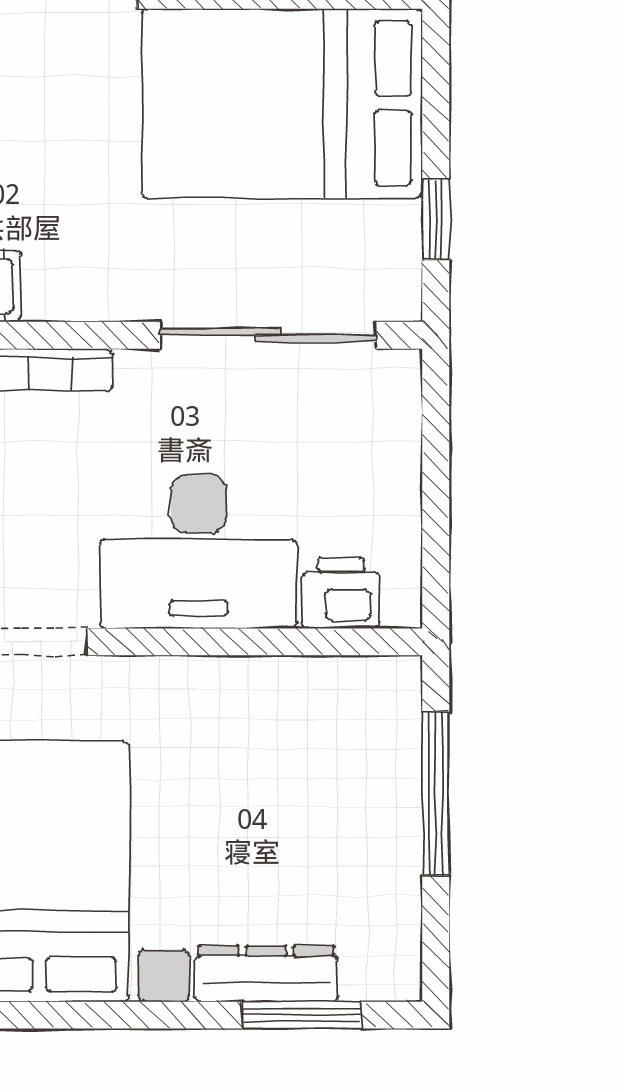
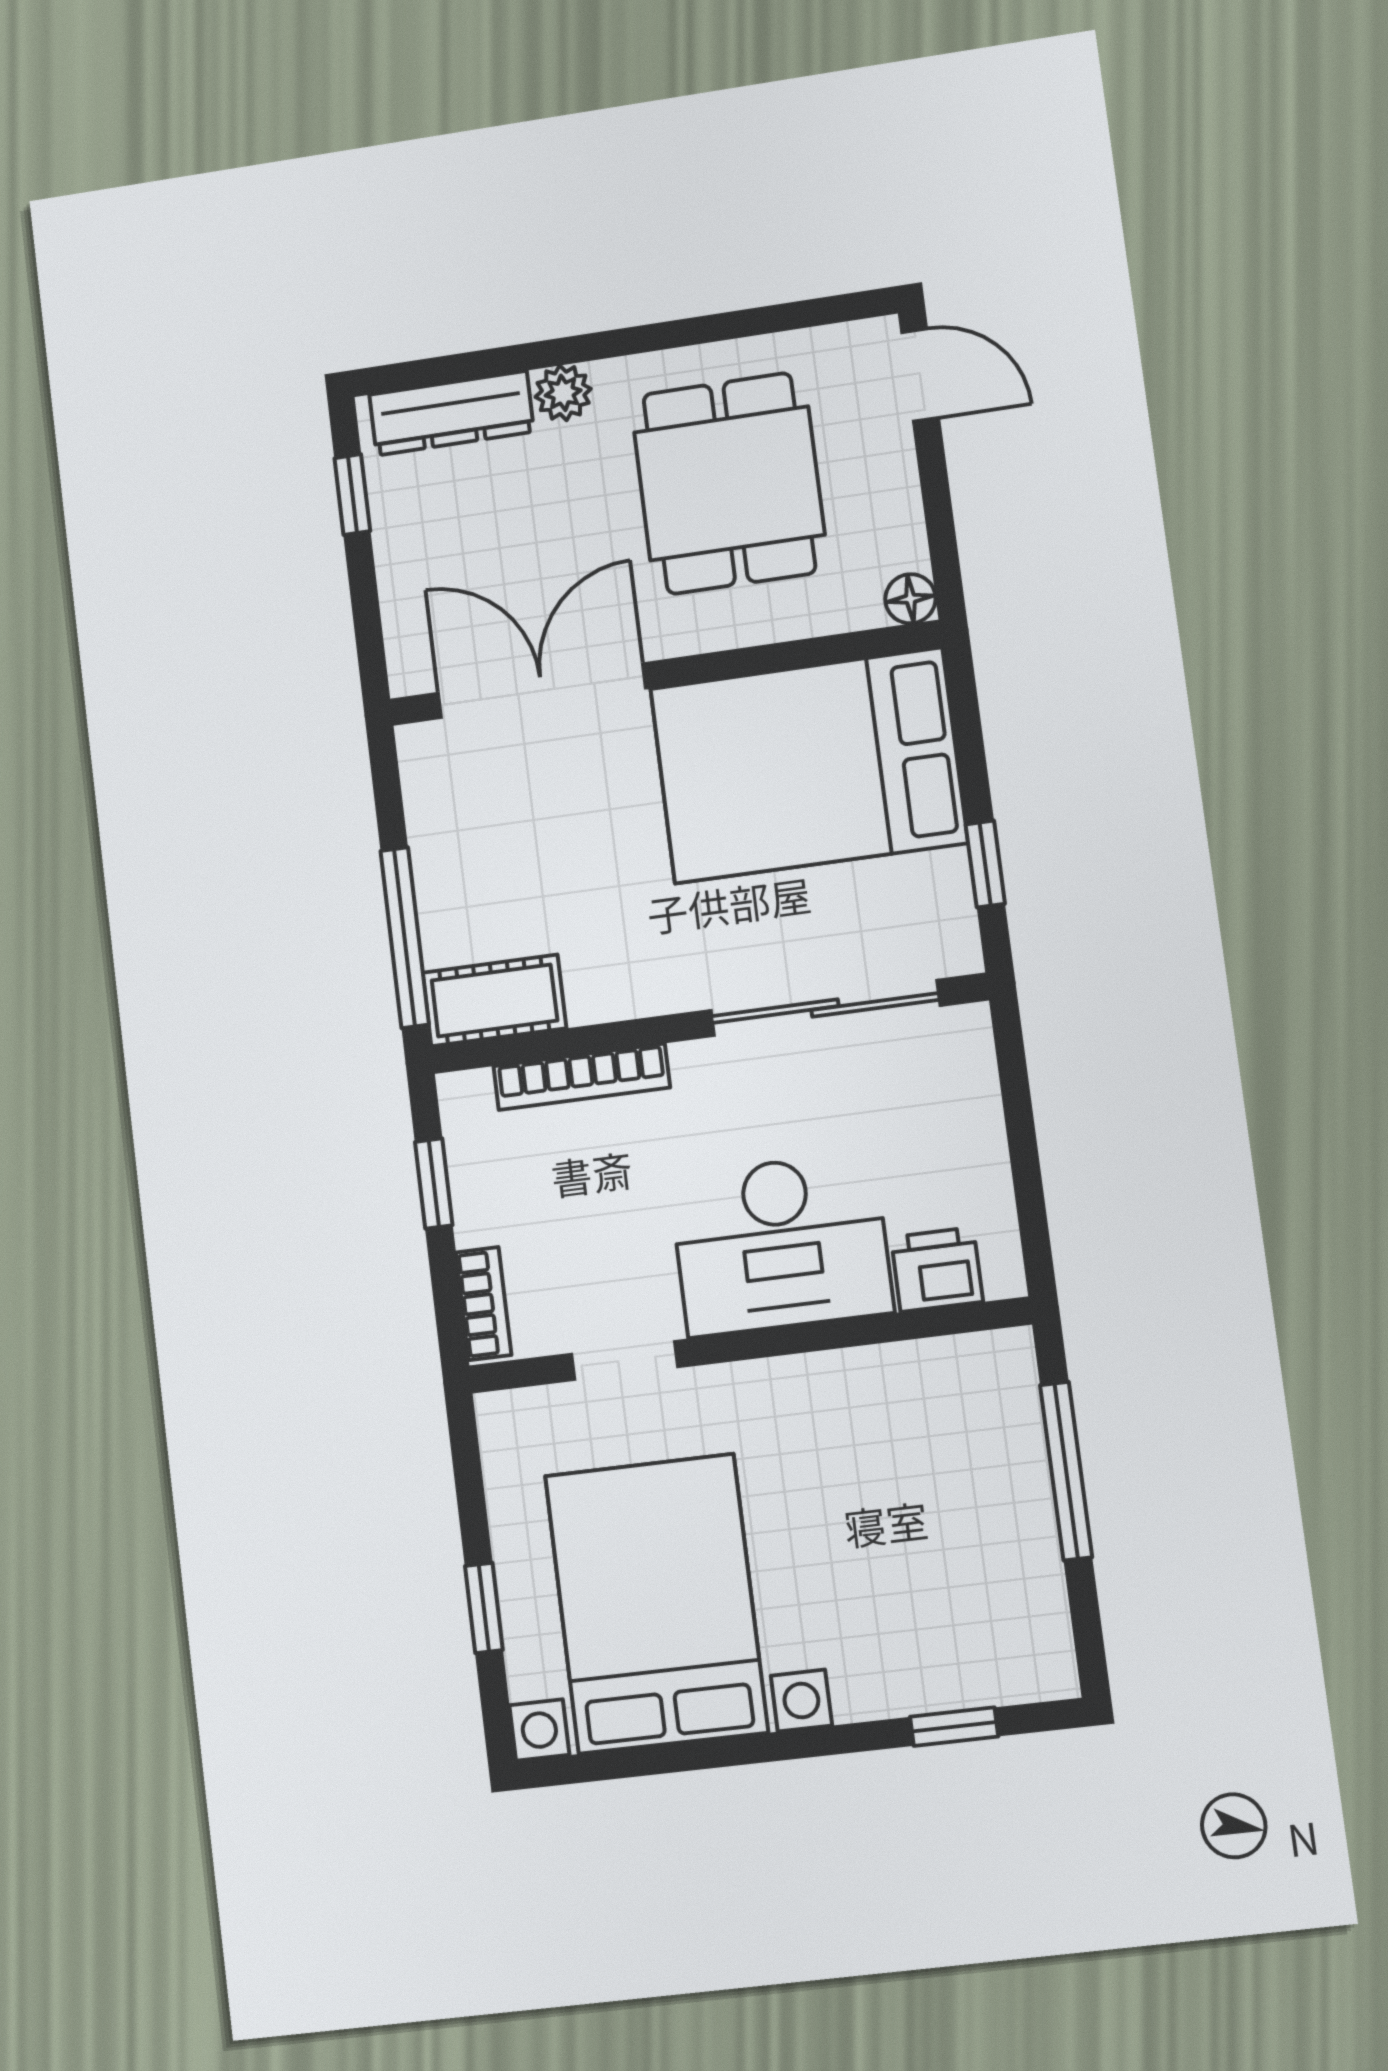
dresser: (266, 974) -> (910, 1686), removed
window: (302, 1015) -> (954, 1727), width x0.67

